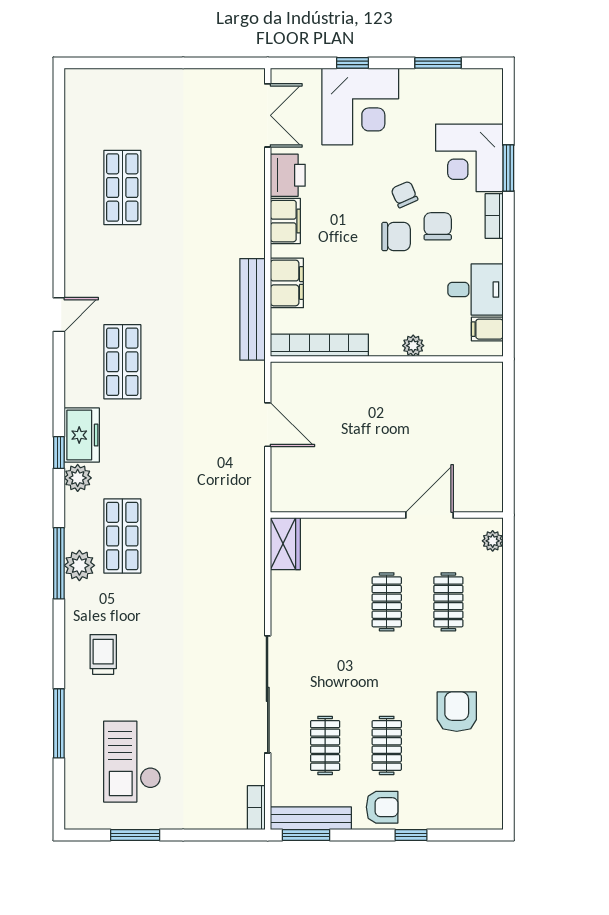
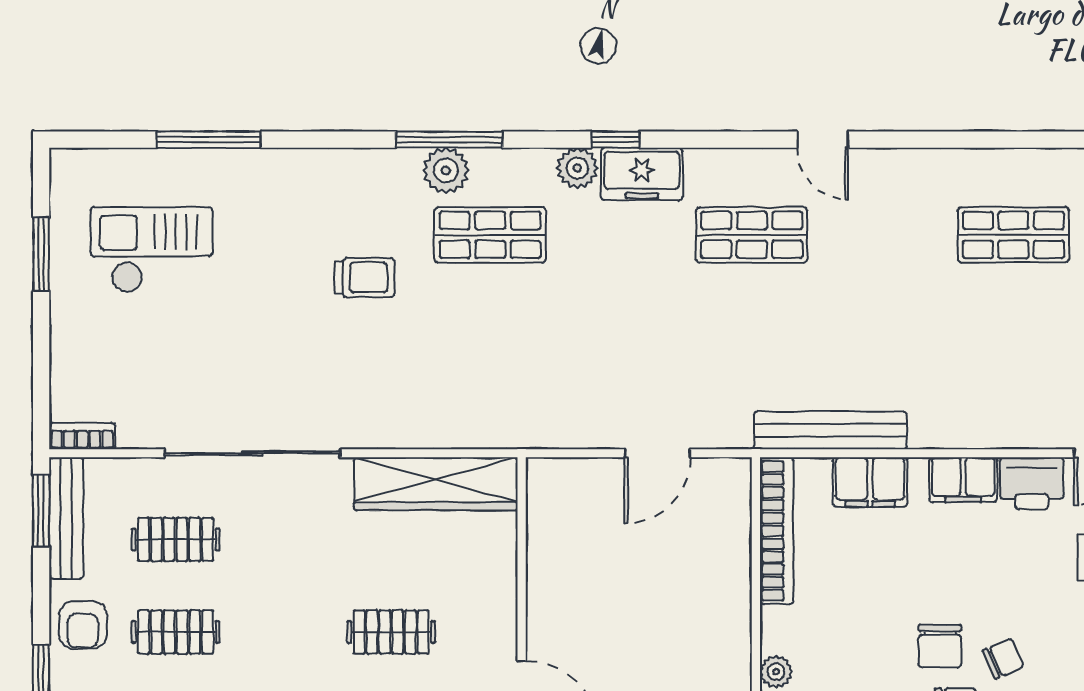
wardrobe: (285, 544) -> (436, 484), width x2.10, depth x1.17
trolley: (103, 654) -> (364, 278), moved

